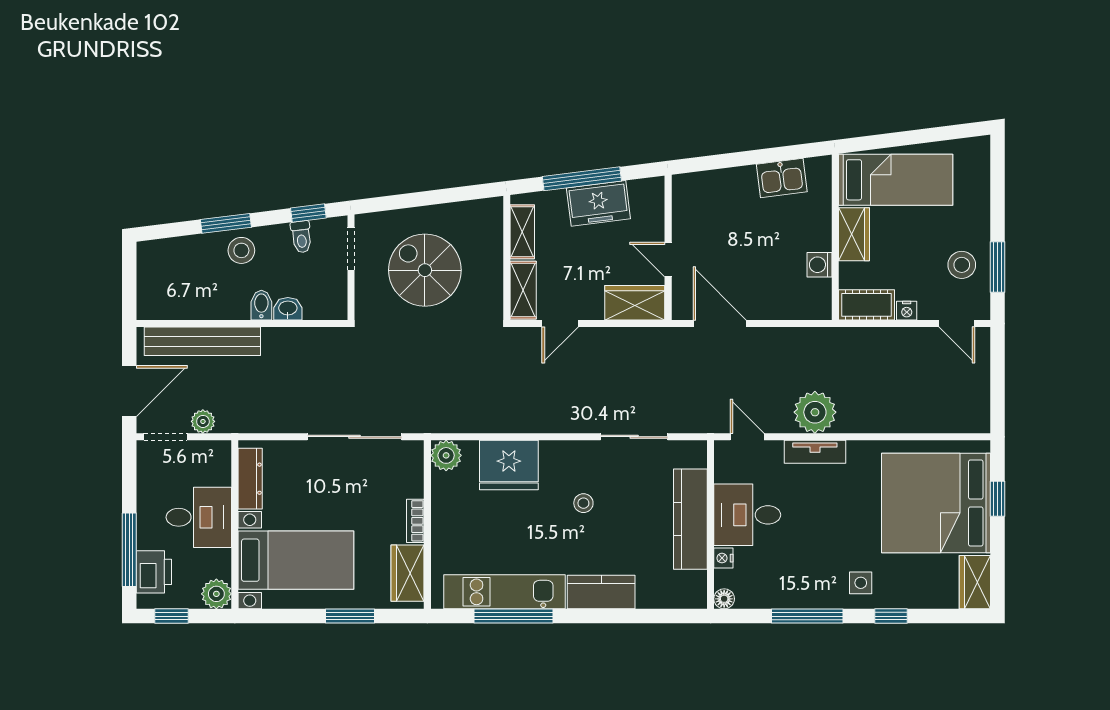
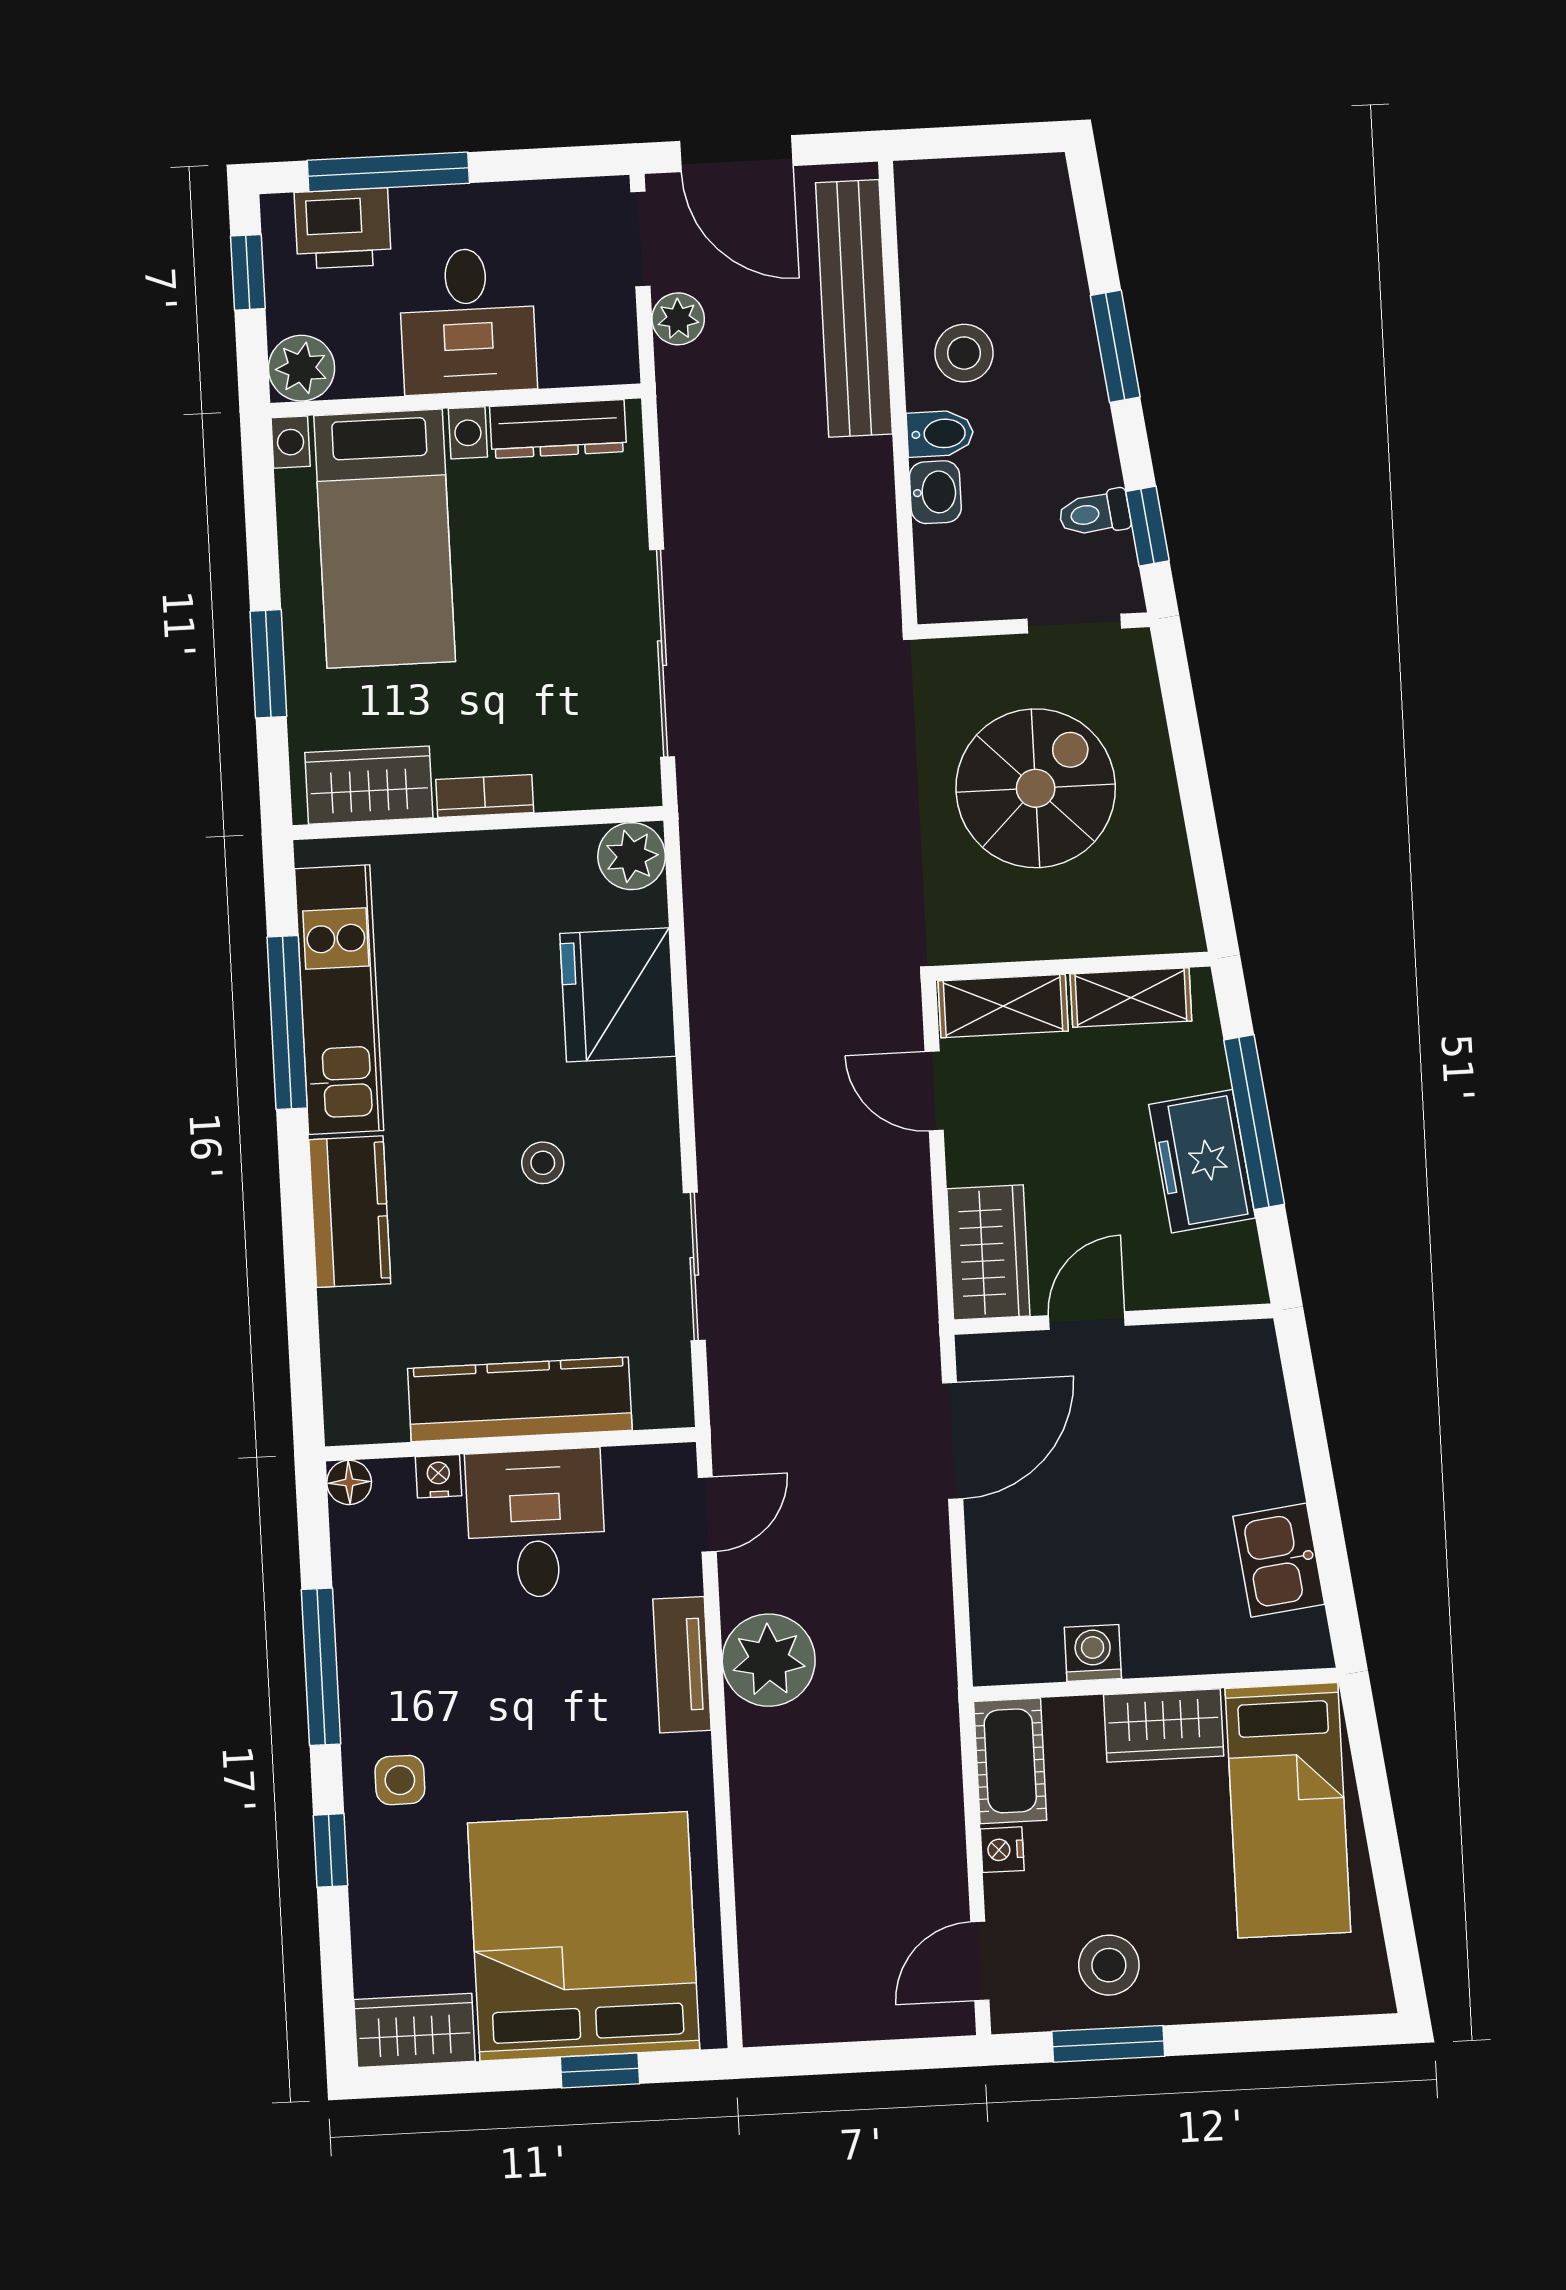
stool: (241, 250) -> (964, 353), moved

